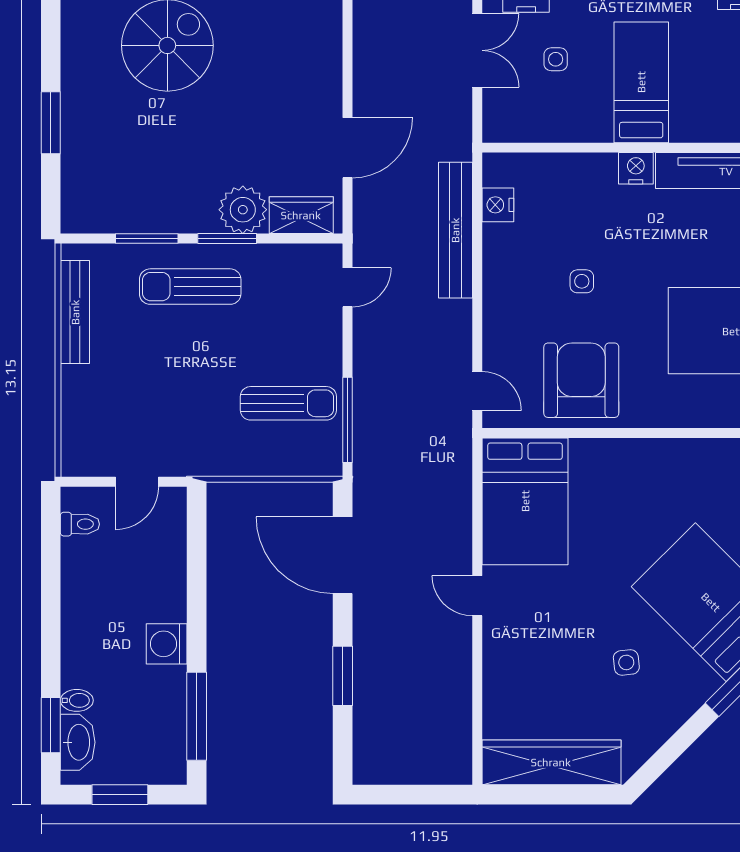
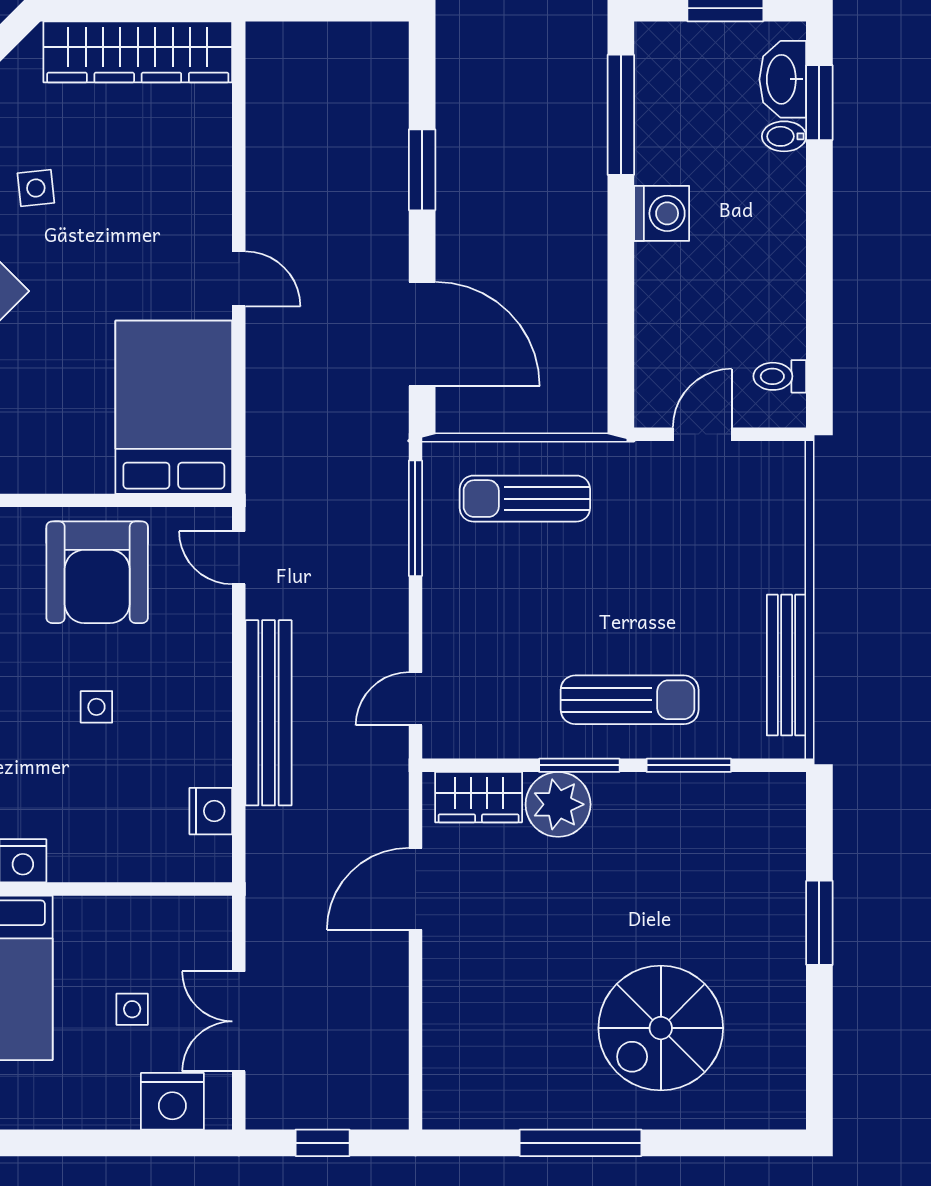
bench: (455, 230) -> (269, 713), moved
sun lounger: (288, 403) -> (525, 499), moved

